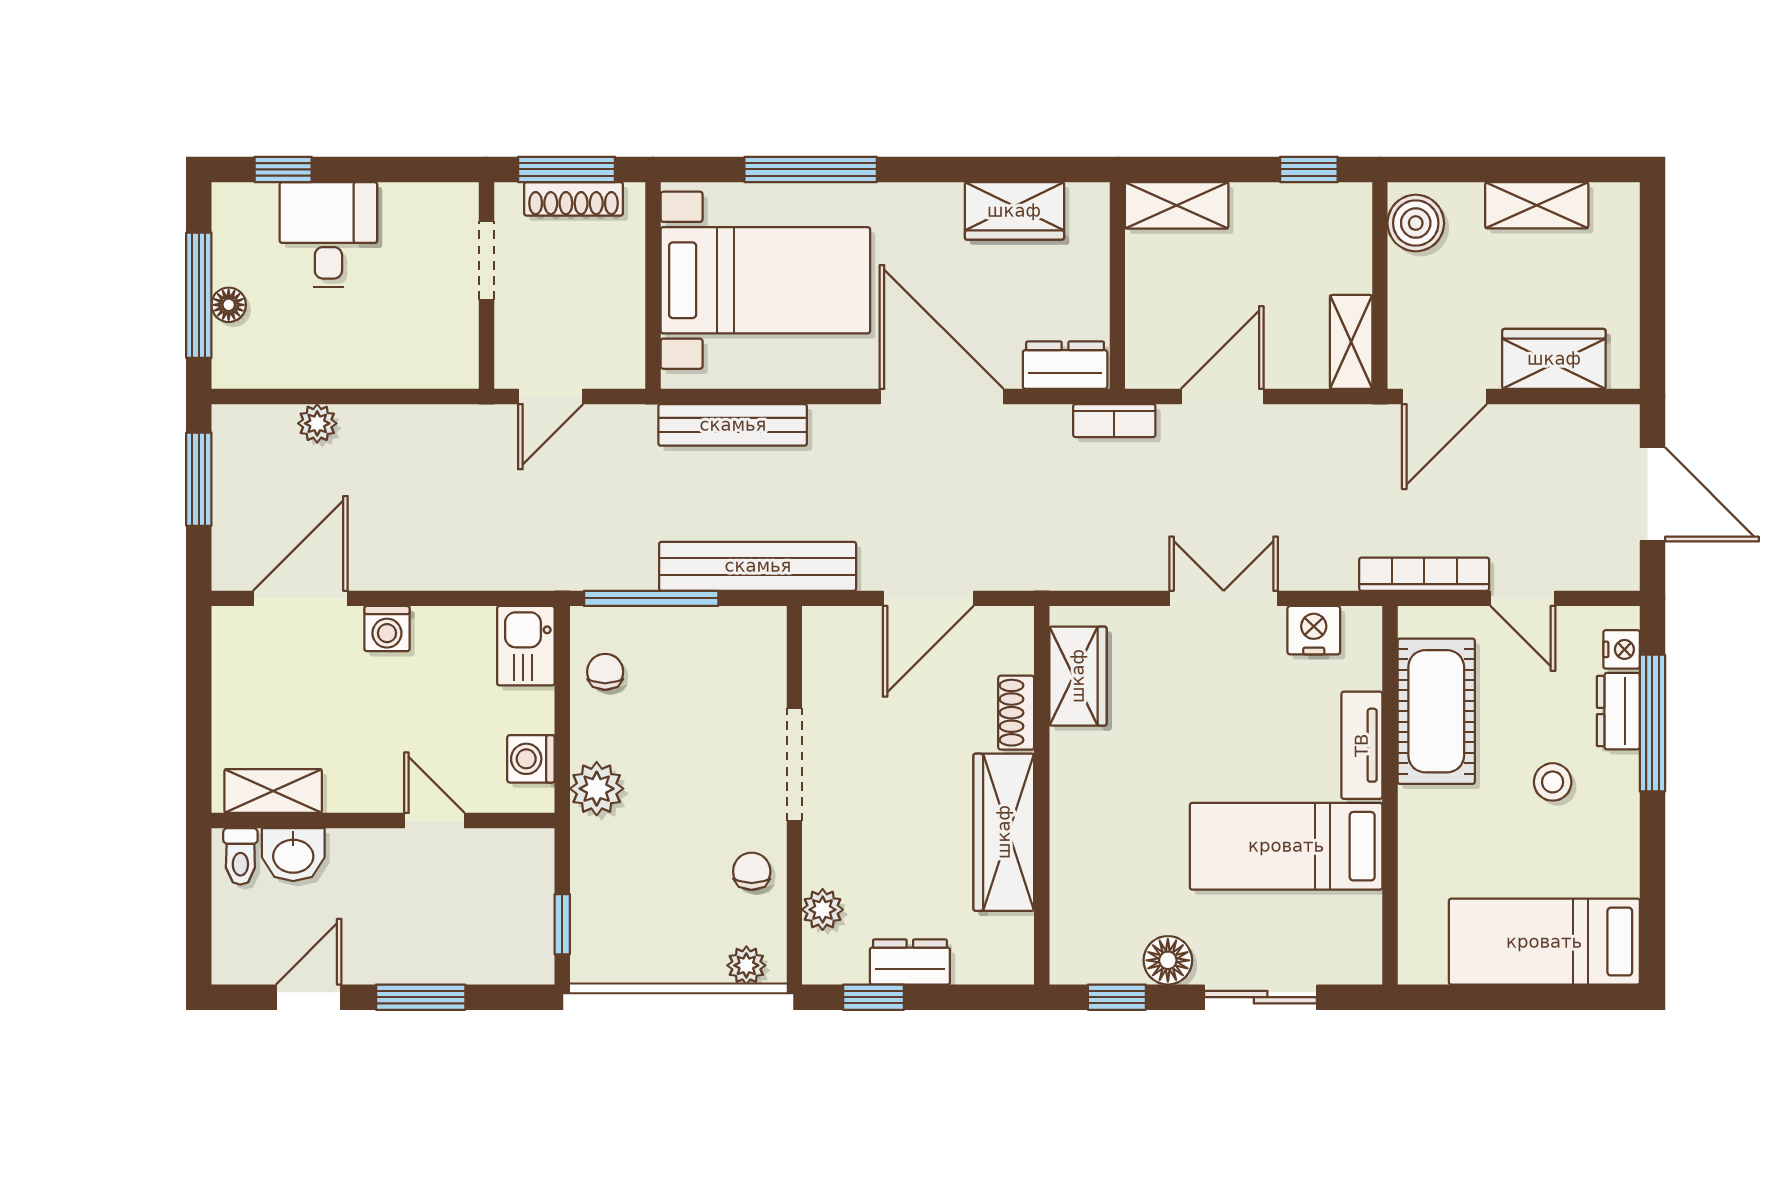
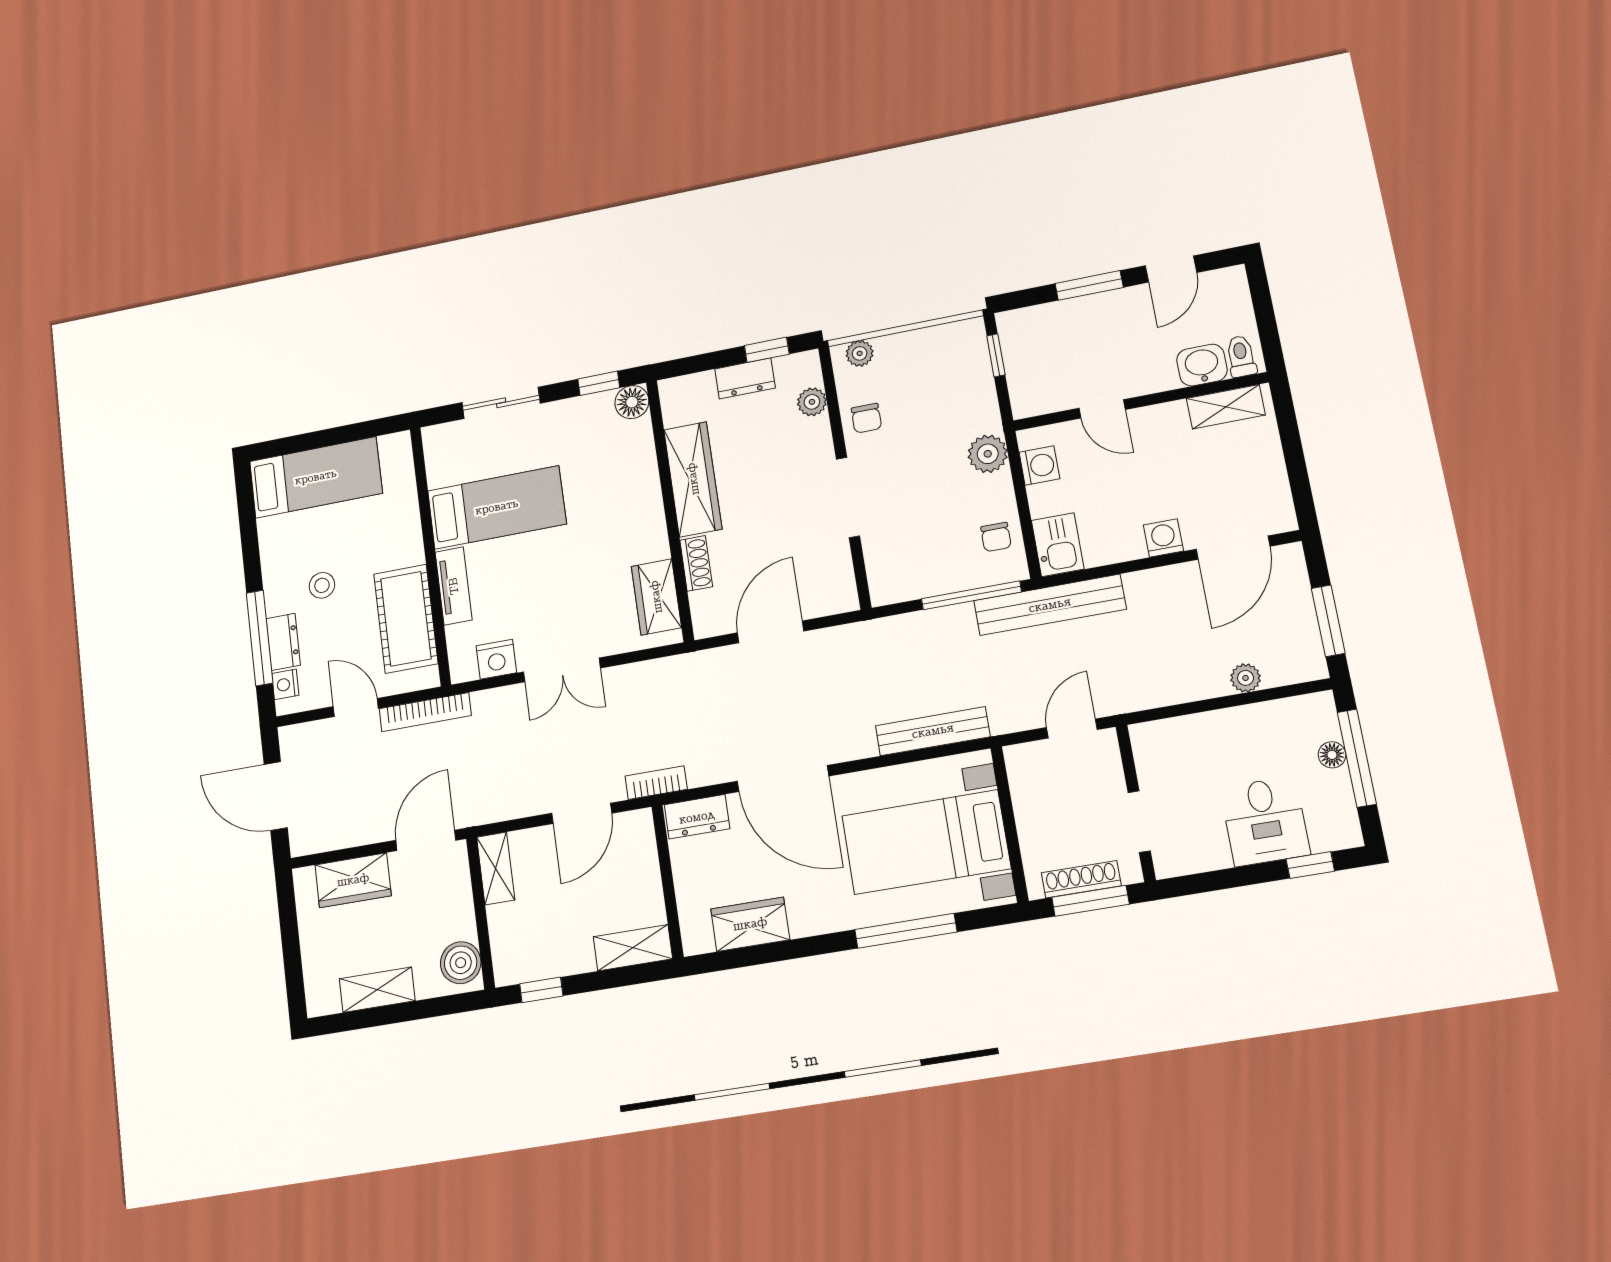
bench: (758, 566) -> (1050, 605), moved
floor lamp: (1168, 960) -> (632, 402), moved

